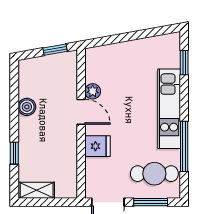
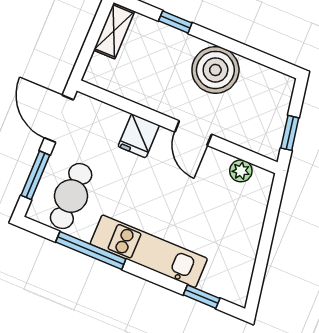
plant: (93, 91) -> (241, 171), moved
boiler: (27, 107) -> (215, 70), width x1.86, depth x1.86
door: (81, 112) -> (193, 133), hinge flipped

